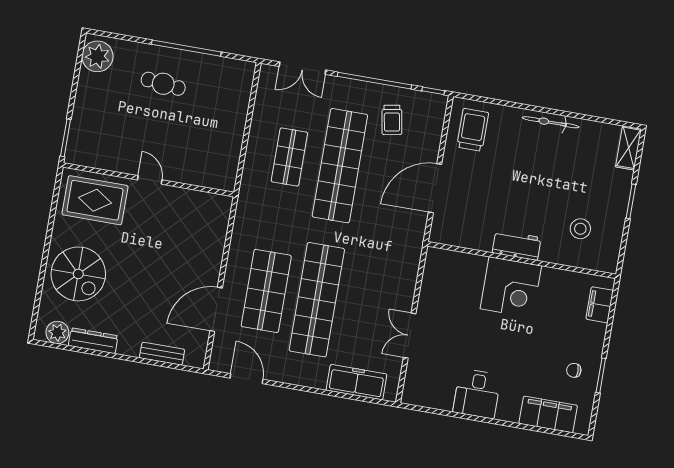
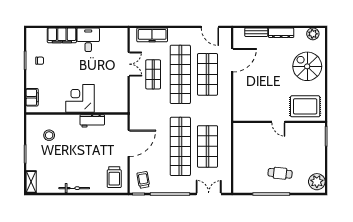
trolley: (392, 120) -> (143, 180), moved
shop shelf: (289, 157) -> (208, 146), width x1.43, depth x1.36
workbench: (517, 245) -> (92, 121), moved
shop shelf: (367, 308) -> (153, 74), added
dresser: (93, 341) -> (281, 33), moved
filing cabinet: (548, 414) -> (62, 35), moved

